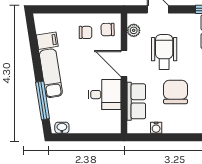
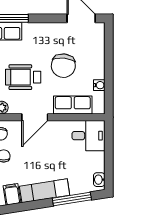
chair: (176, 92) -> (63, 66), turned -84
desk: (105, 95) -> (88, 136), moved, turned 90

